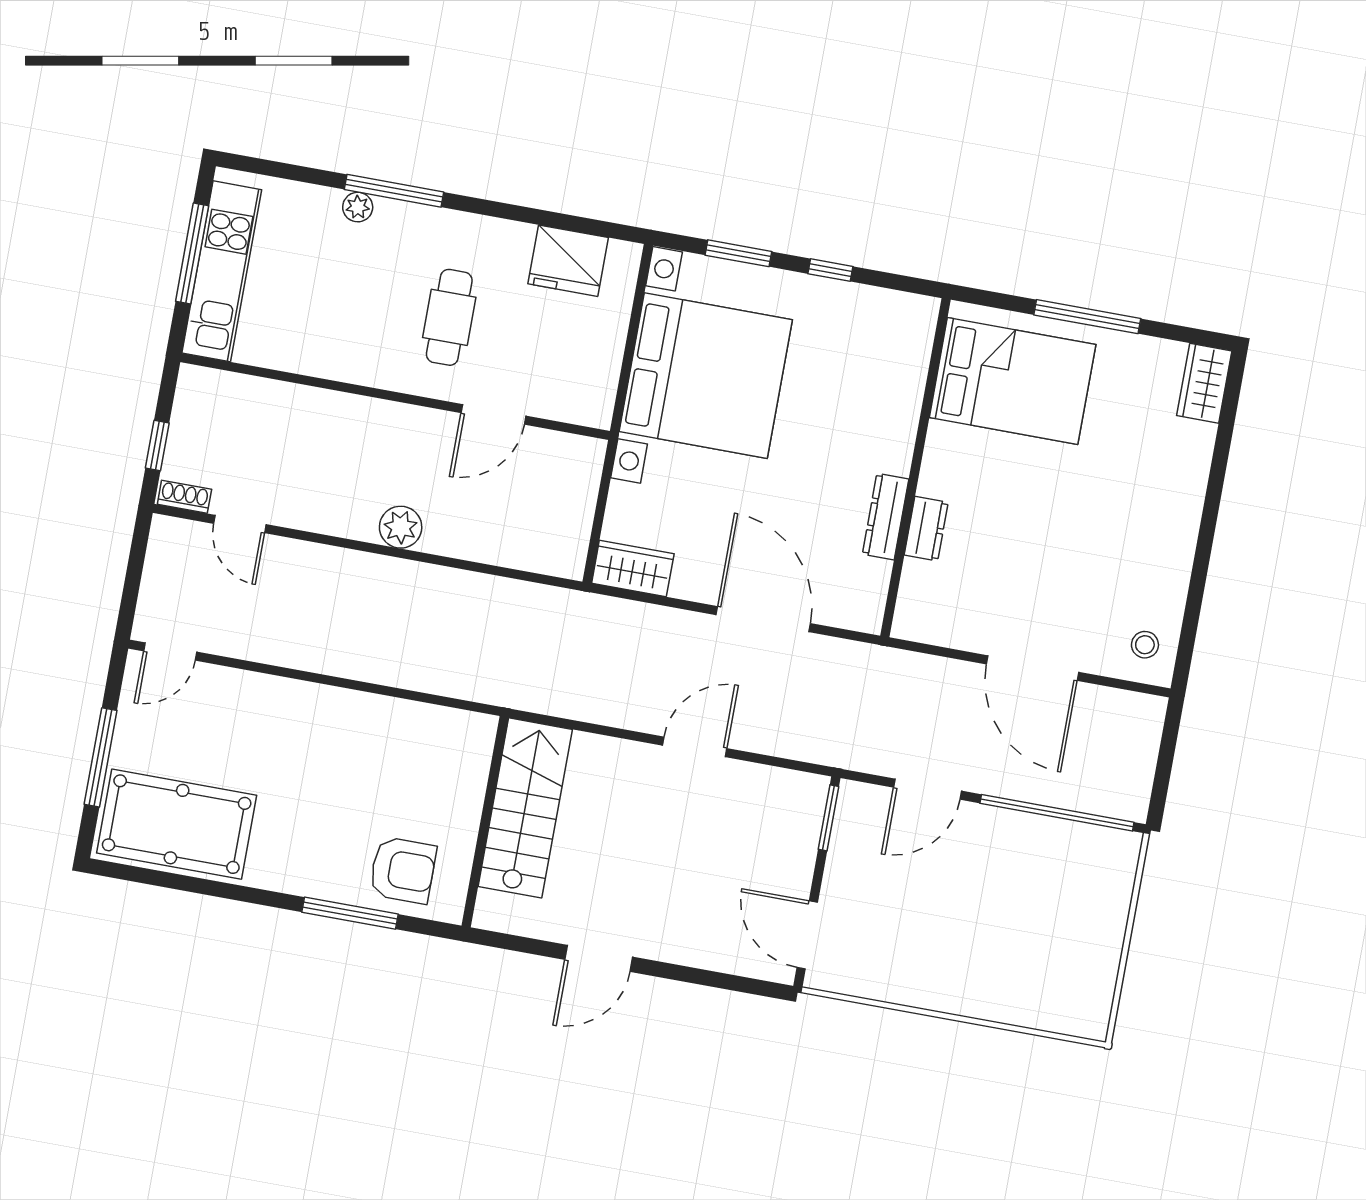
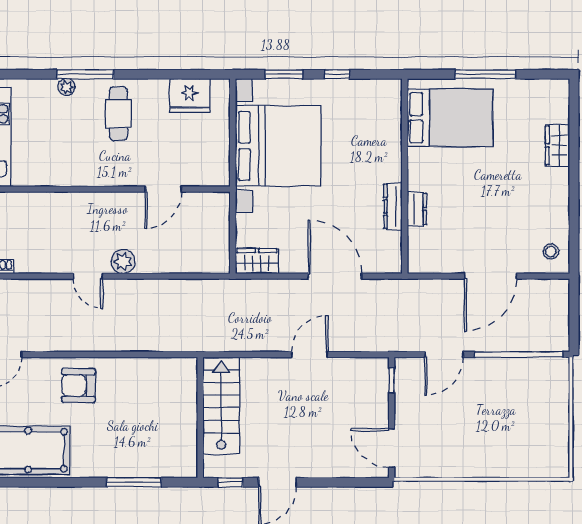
cafe table: (449, 317) -> (118, 114), moved
wardrobe: (1204, 383) -> (557, 145), moved
door: (240, 524) -> (88, 276), moved
door: (1033, 668) -> (490, 276), hinge flipped
window: (828, 818) -> (392, 381), width x0.67
armchair: (403, 870) -> (78, 385), moved, turned 180
window: (517, 943) -> (230, 482), added

